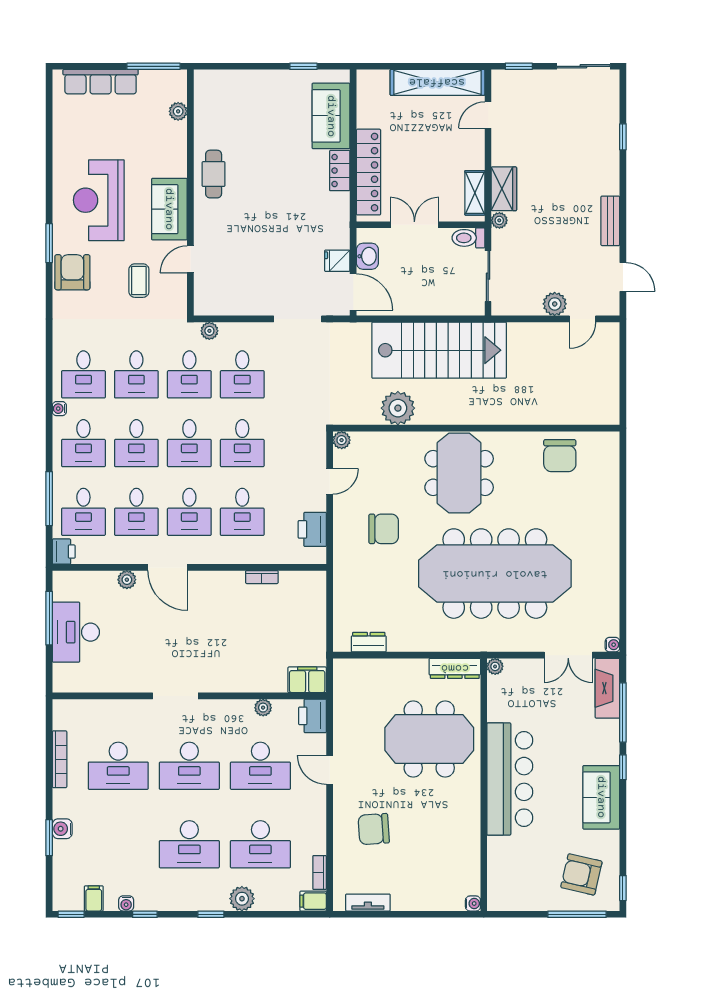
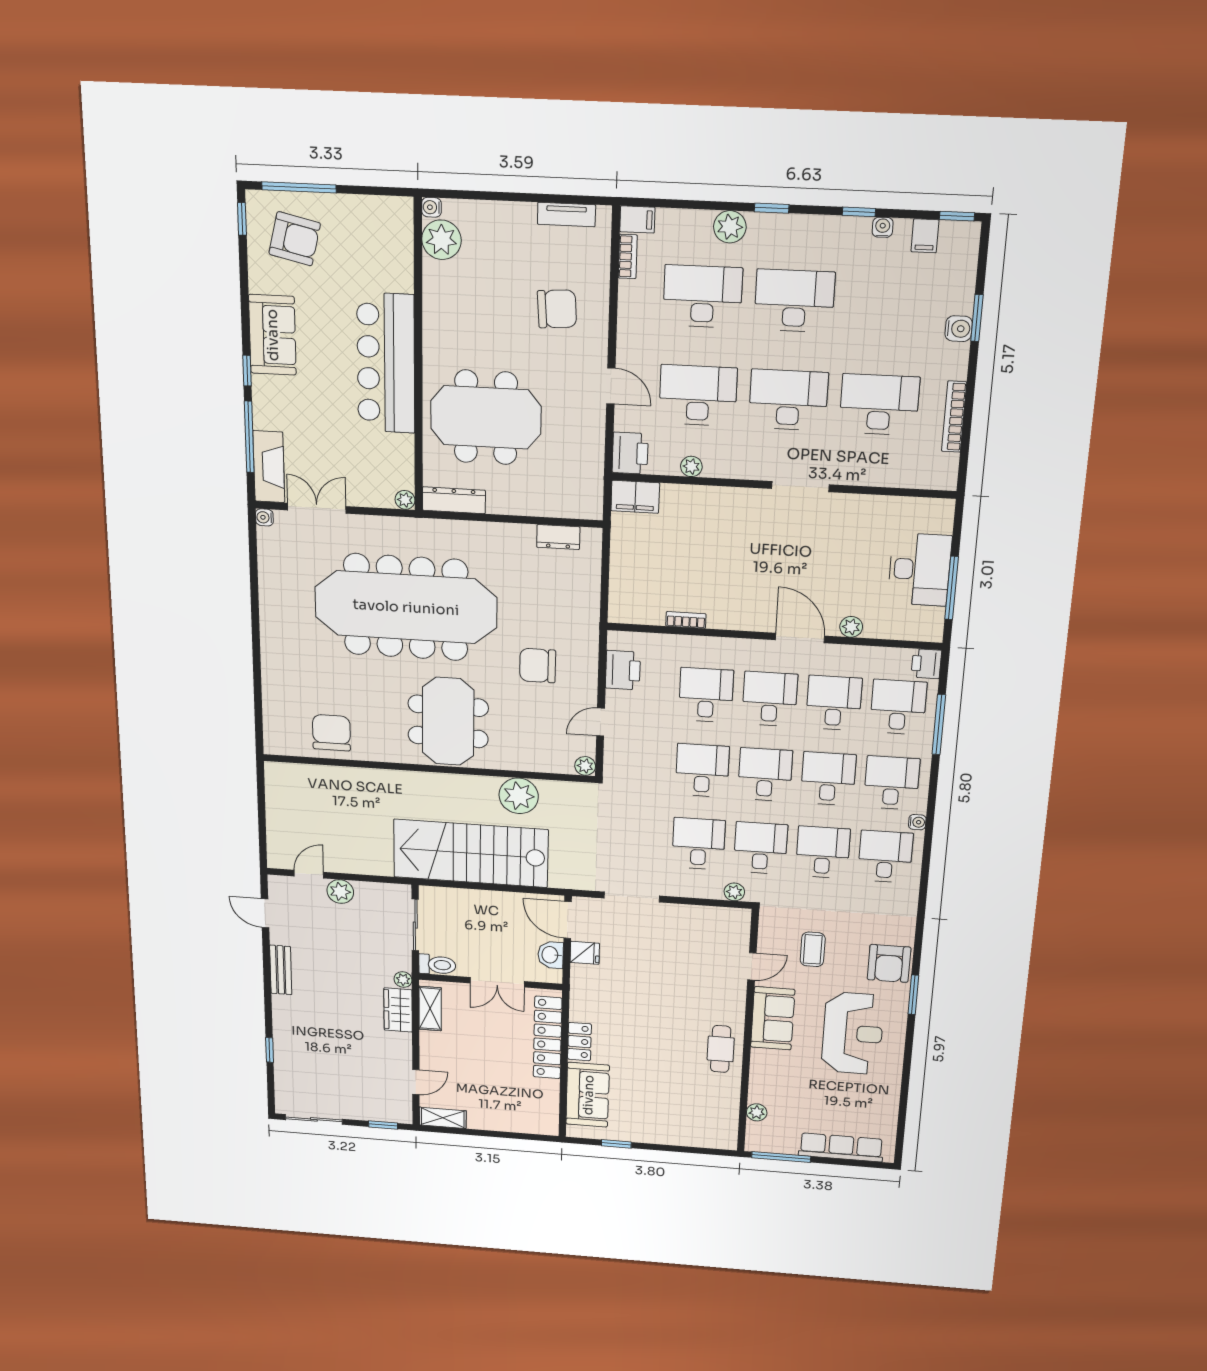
shelving: (437, 82) -> (443, 1118), width x0.45, depth x0.75
plant: (465, 879) -> (441, 240), added

